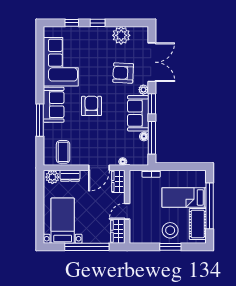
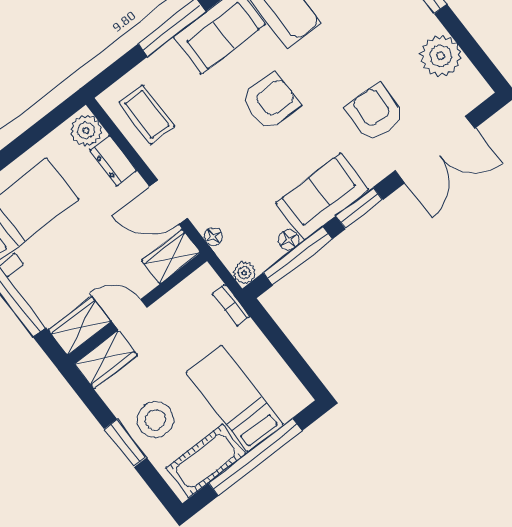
plant: (143, 90) -> (244, 273), moved
coffee table: (63, 152) -> (147, 114), turned 90
wardrobe: (136, 231) -> (106, 360), added

